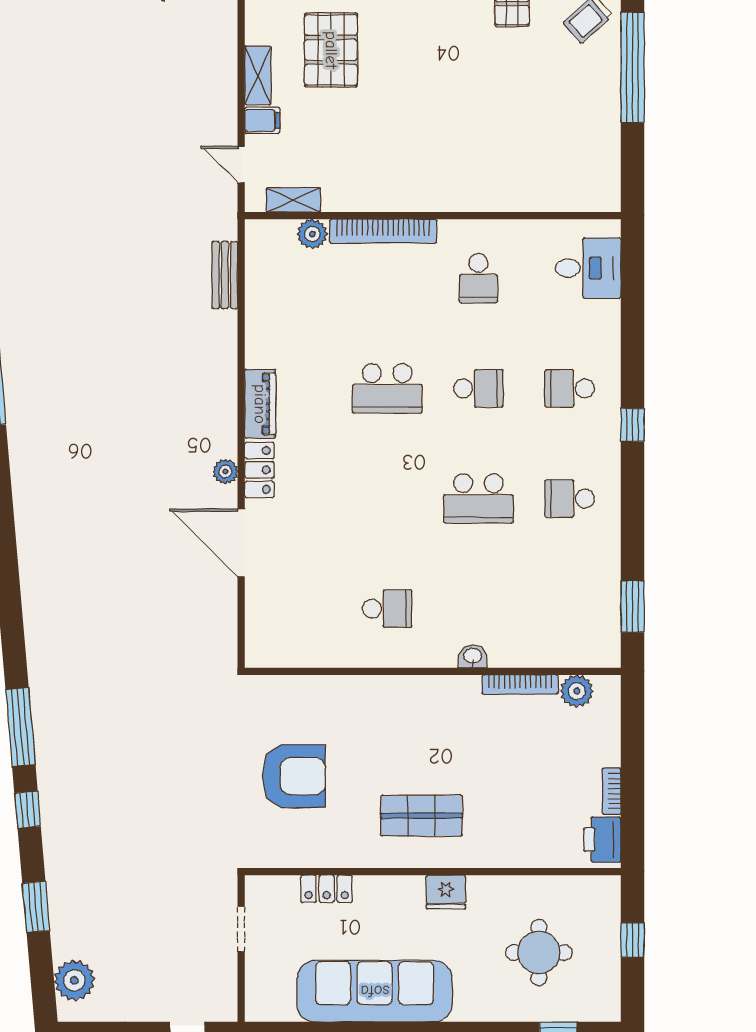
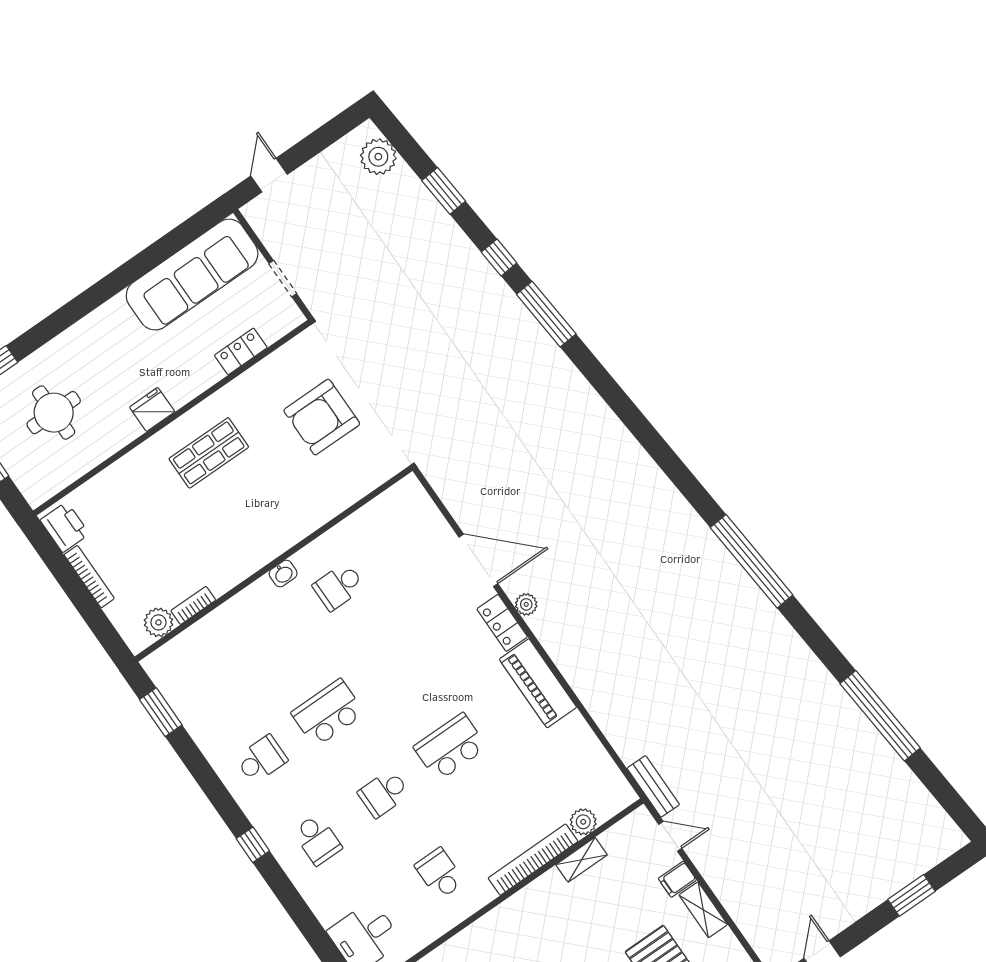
shelving: (293, 200) -> (582, 860), moved
bench: (225, 275) -> (653, 786), moved
school desk: (570, 388) -> (317, 840), turned 90
piano: (260, 404) -> (538, 683), width x1.37, depth x1.33
washbasin: (473, 656) -> (283, 574), moved
bookcase: (520, 685) -> (193, 605), width x0.64
bookcase: (612, 791) -> (89, 577), width x1.56
sofa: (375, 991) -> (192, 275), moved

